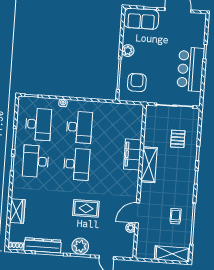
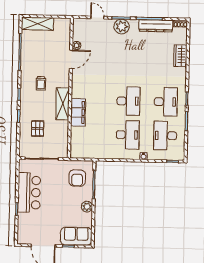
desk: (79, 127) -> (128, 135), turned 180
desk: (77, 164) -> (128, 101), turned 180
rug: (86, 208) -> (118, 61), removed
trolley: (176, 216) -> (41, 83), moved

